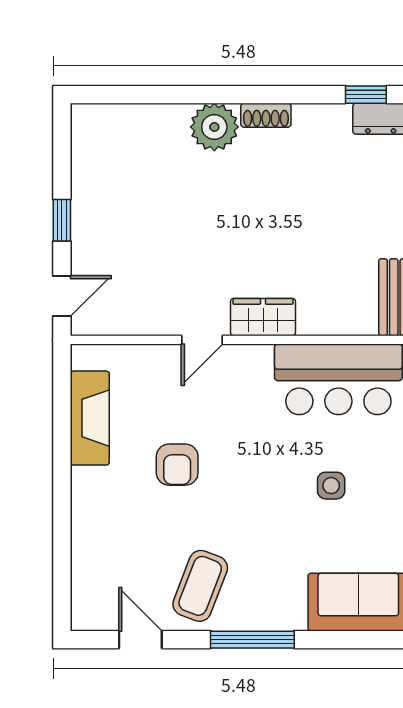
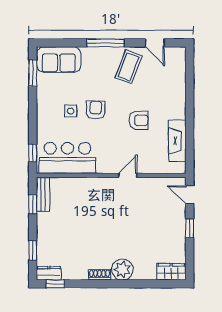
door: (62, 296) -> (190, 195), hinge flipped
wardrobe: (263, 317) -> (171, 272), moved, turned 180
armchair: (177, 465) -> (139, 120), turned 90
armchair: (274, 488) -> (96, 110), added

